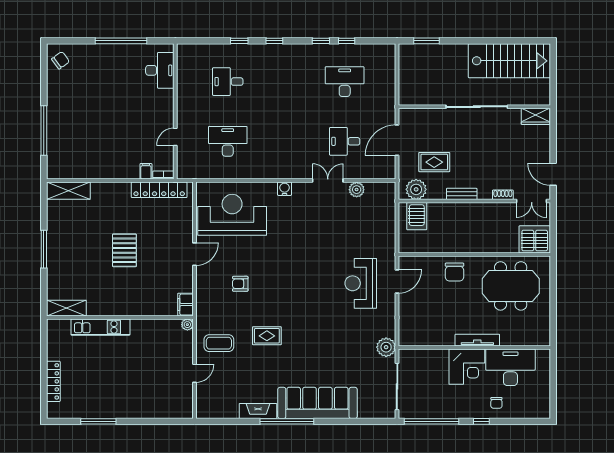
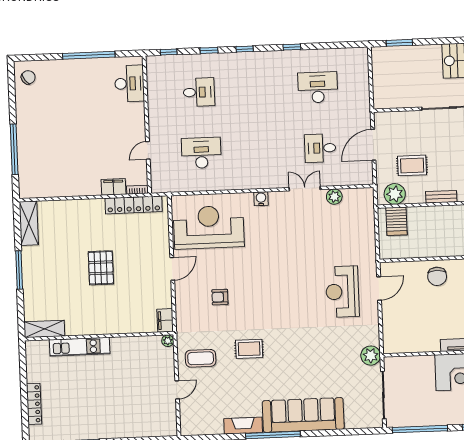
window: (347, 41) -> (169, 52), moved
desk: (228, 82) -> (199, 92), turned 180
filing cabinet: (146, 171) -> (113, 187), width x2.00
shelving: (68, 191) -> (29, 223), moved, turned 90

